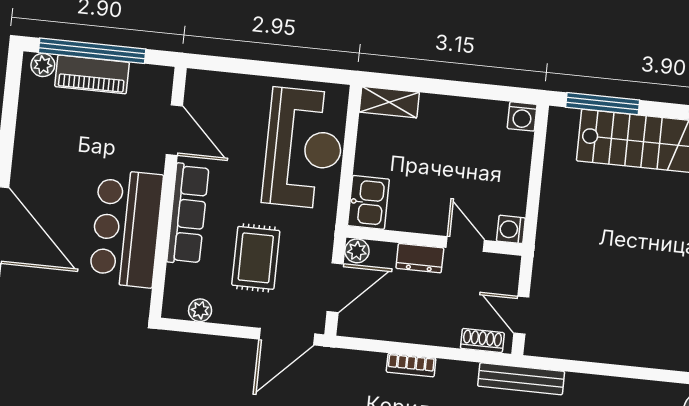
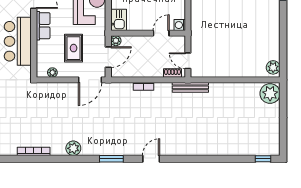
row of seats: (188, 214) -> (43, 26), width x0.68
door: (465, 244) -> (161, 33), hinge flipped
dresser: (420, 258) -> (143, 41), removed

